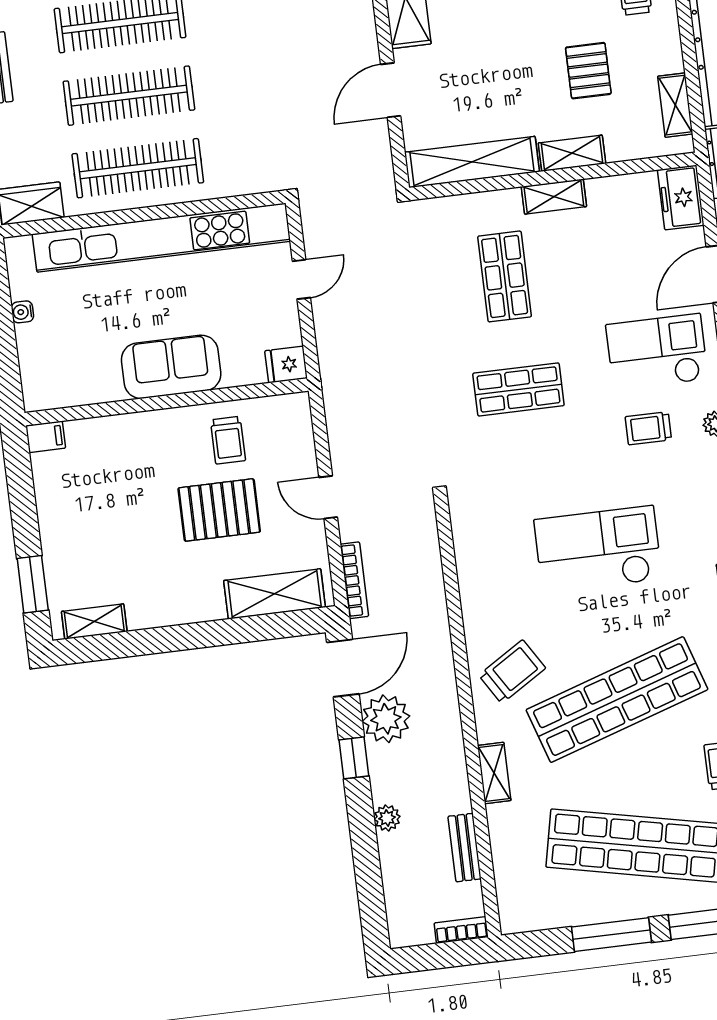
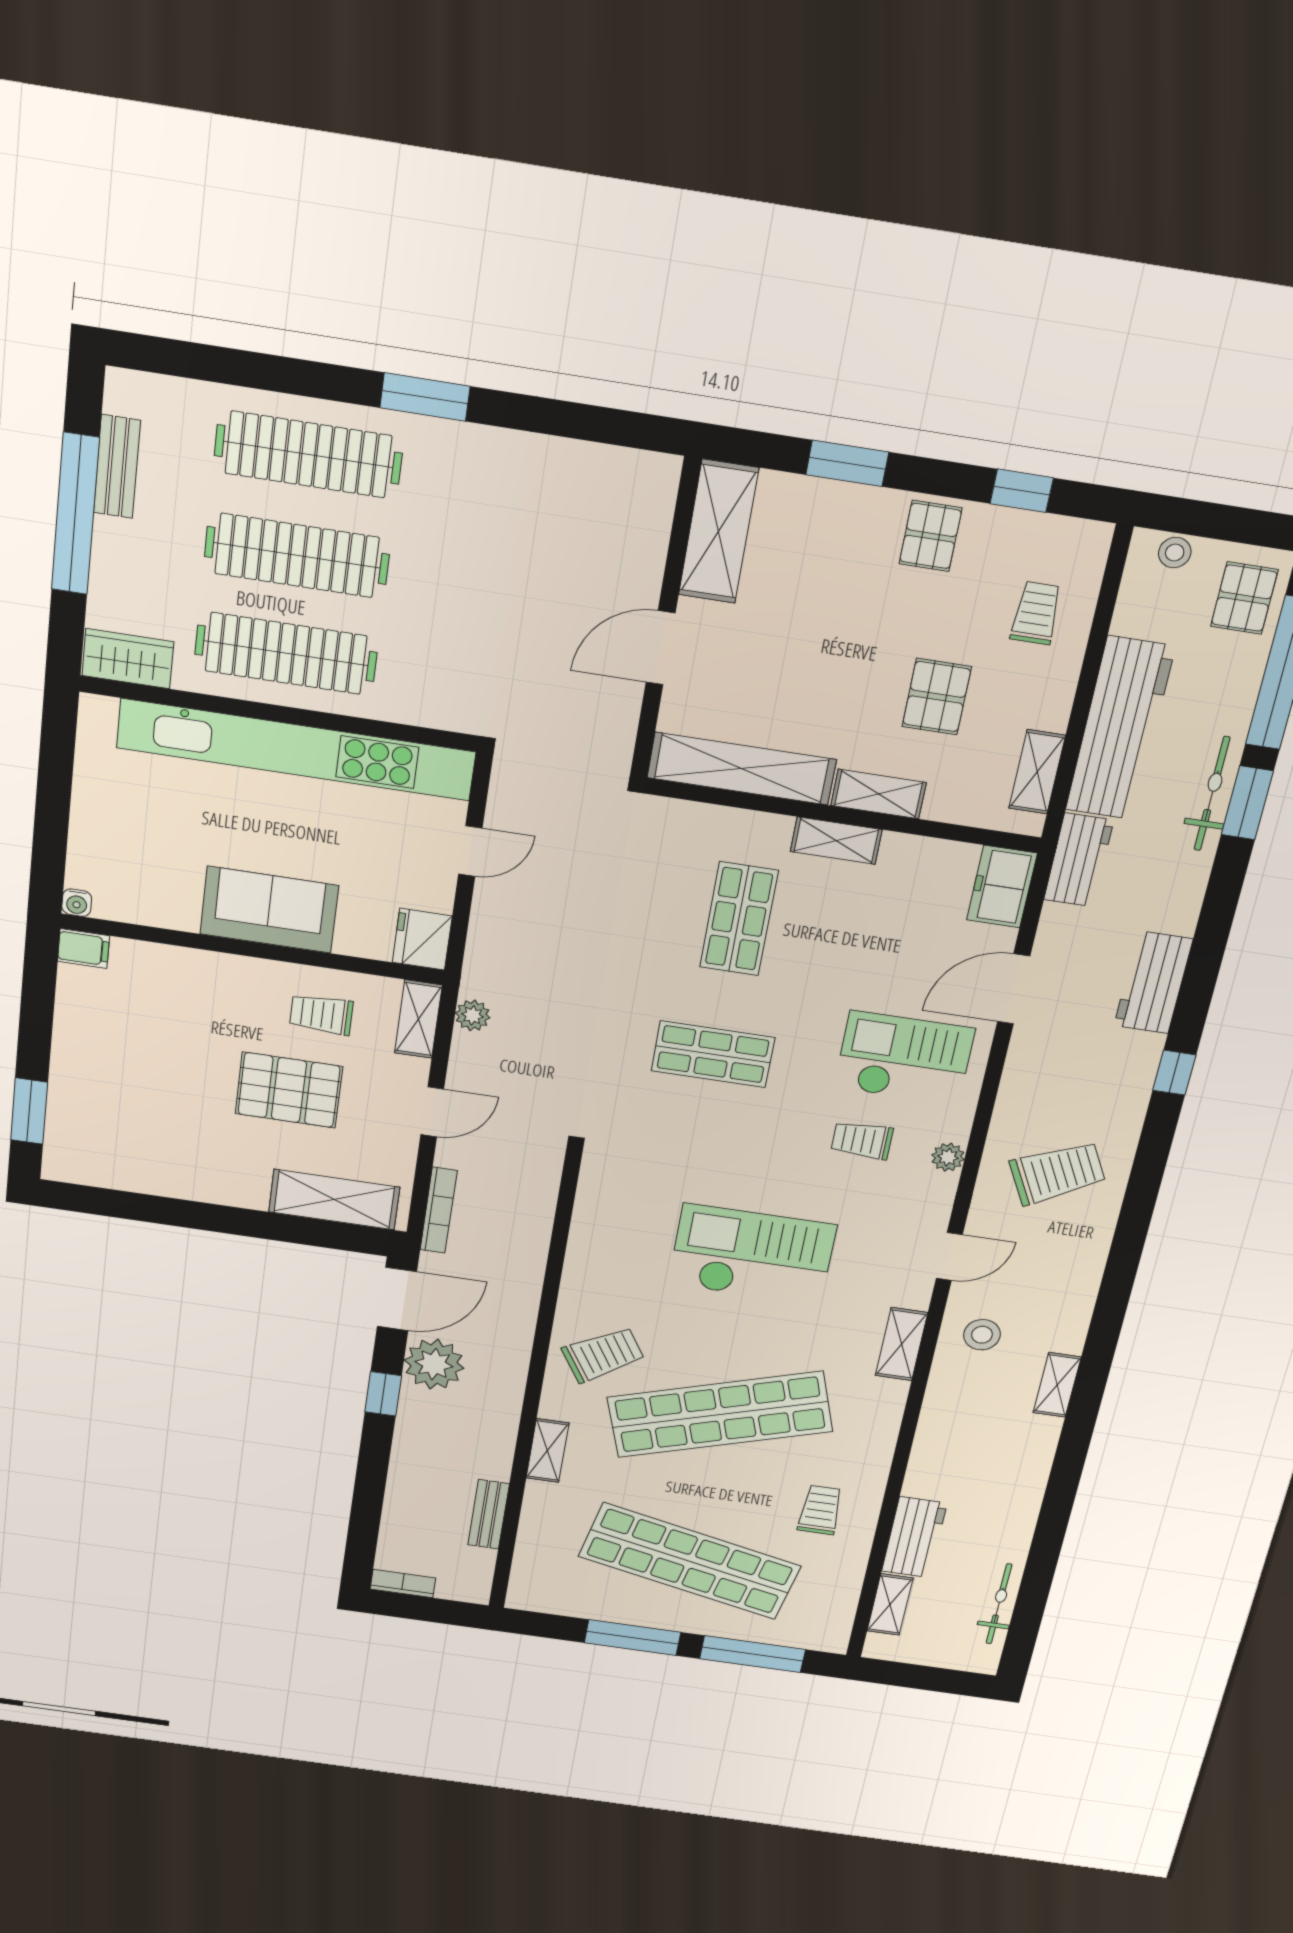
water cooler: (22, 312) -> (77, 903), moved, turned -90
fridge: (286, 364) -> (422, 939), width x1.38
trolley: (228, 440) -> (321, 1014), turned 90
door: (328, 497) -> (432, 1112), swing flipped
shelving: (94, 621) -> (418, 1019), moved, turned 90
plant: (387, 818) -> (473, 1015), moved
bookcase: (461, 930) -> (403, 1583), moved

